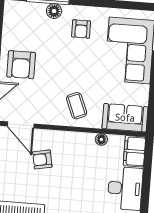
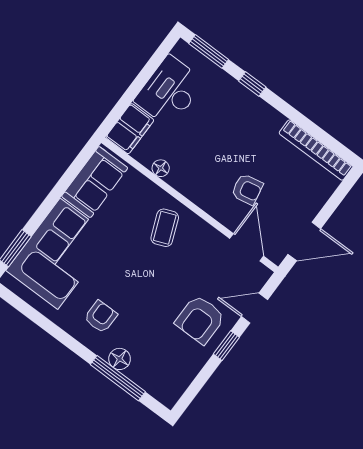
armchair: (21, 65) -> (200, 320), turned 180
sofa: (125, 118) -> (95, 182), moved, turned -90

